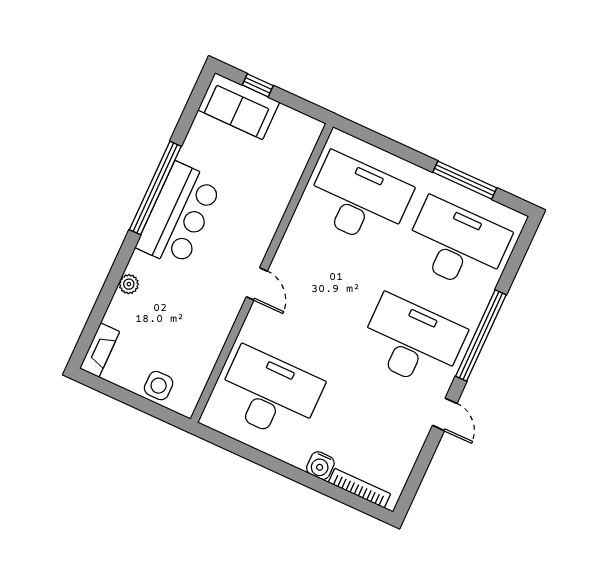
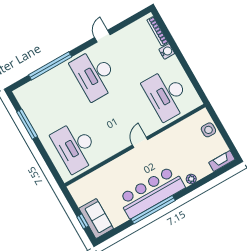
bar counter: (179, 215) -> (151, 192), width x1.36
desk: (457, 245) -> (49, 101), removed
window: (481, 336) -> (50, 66), moved

